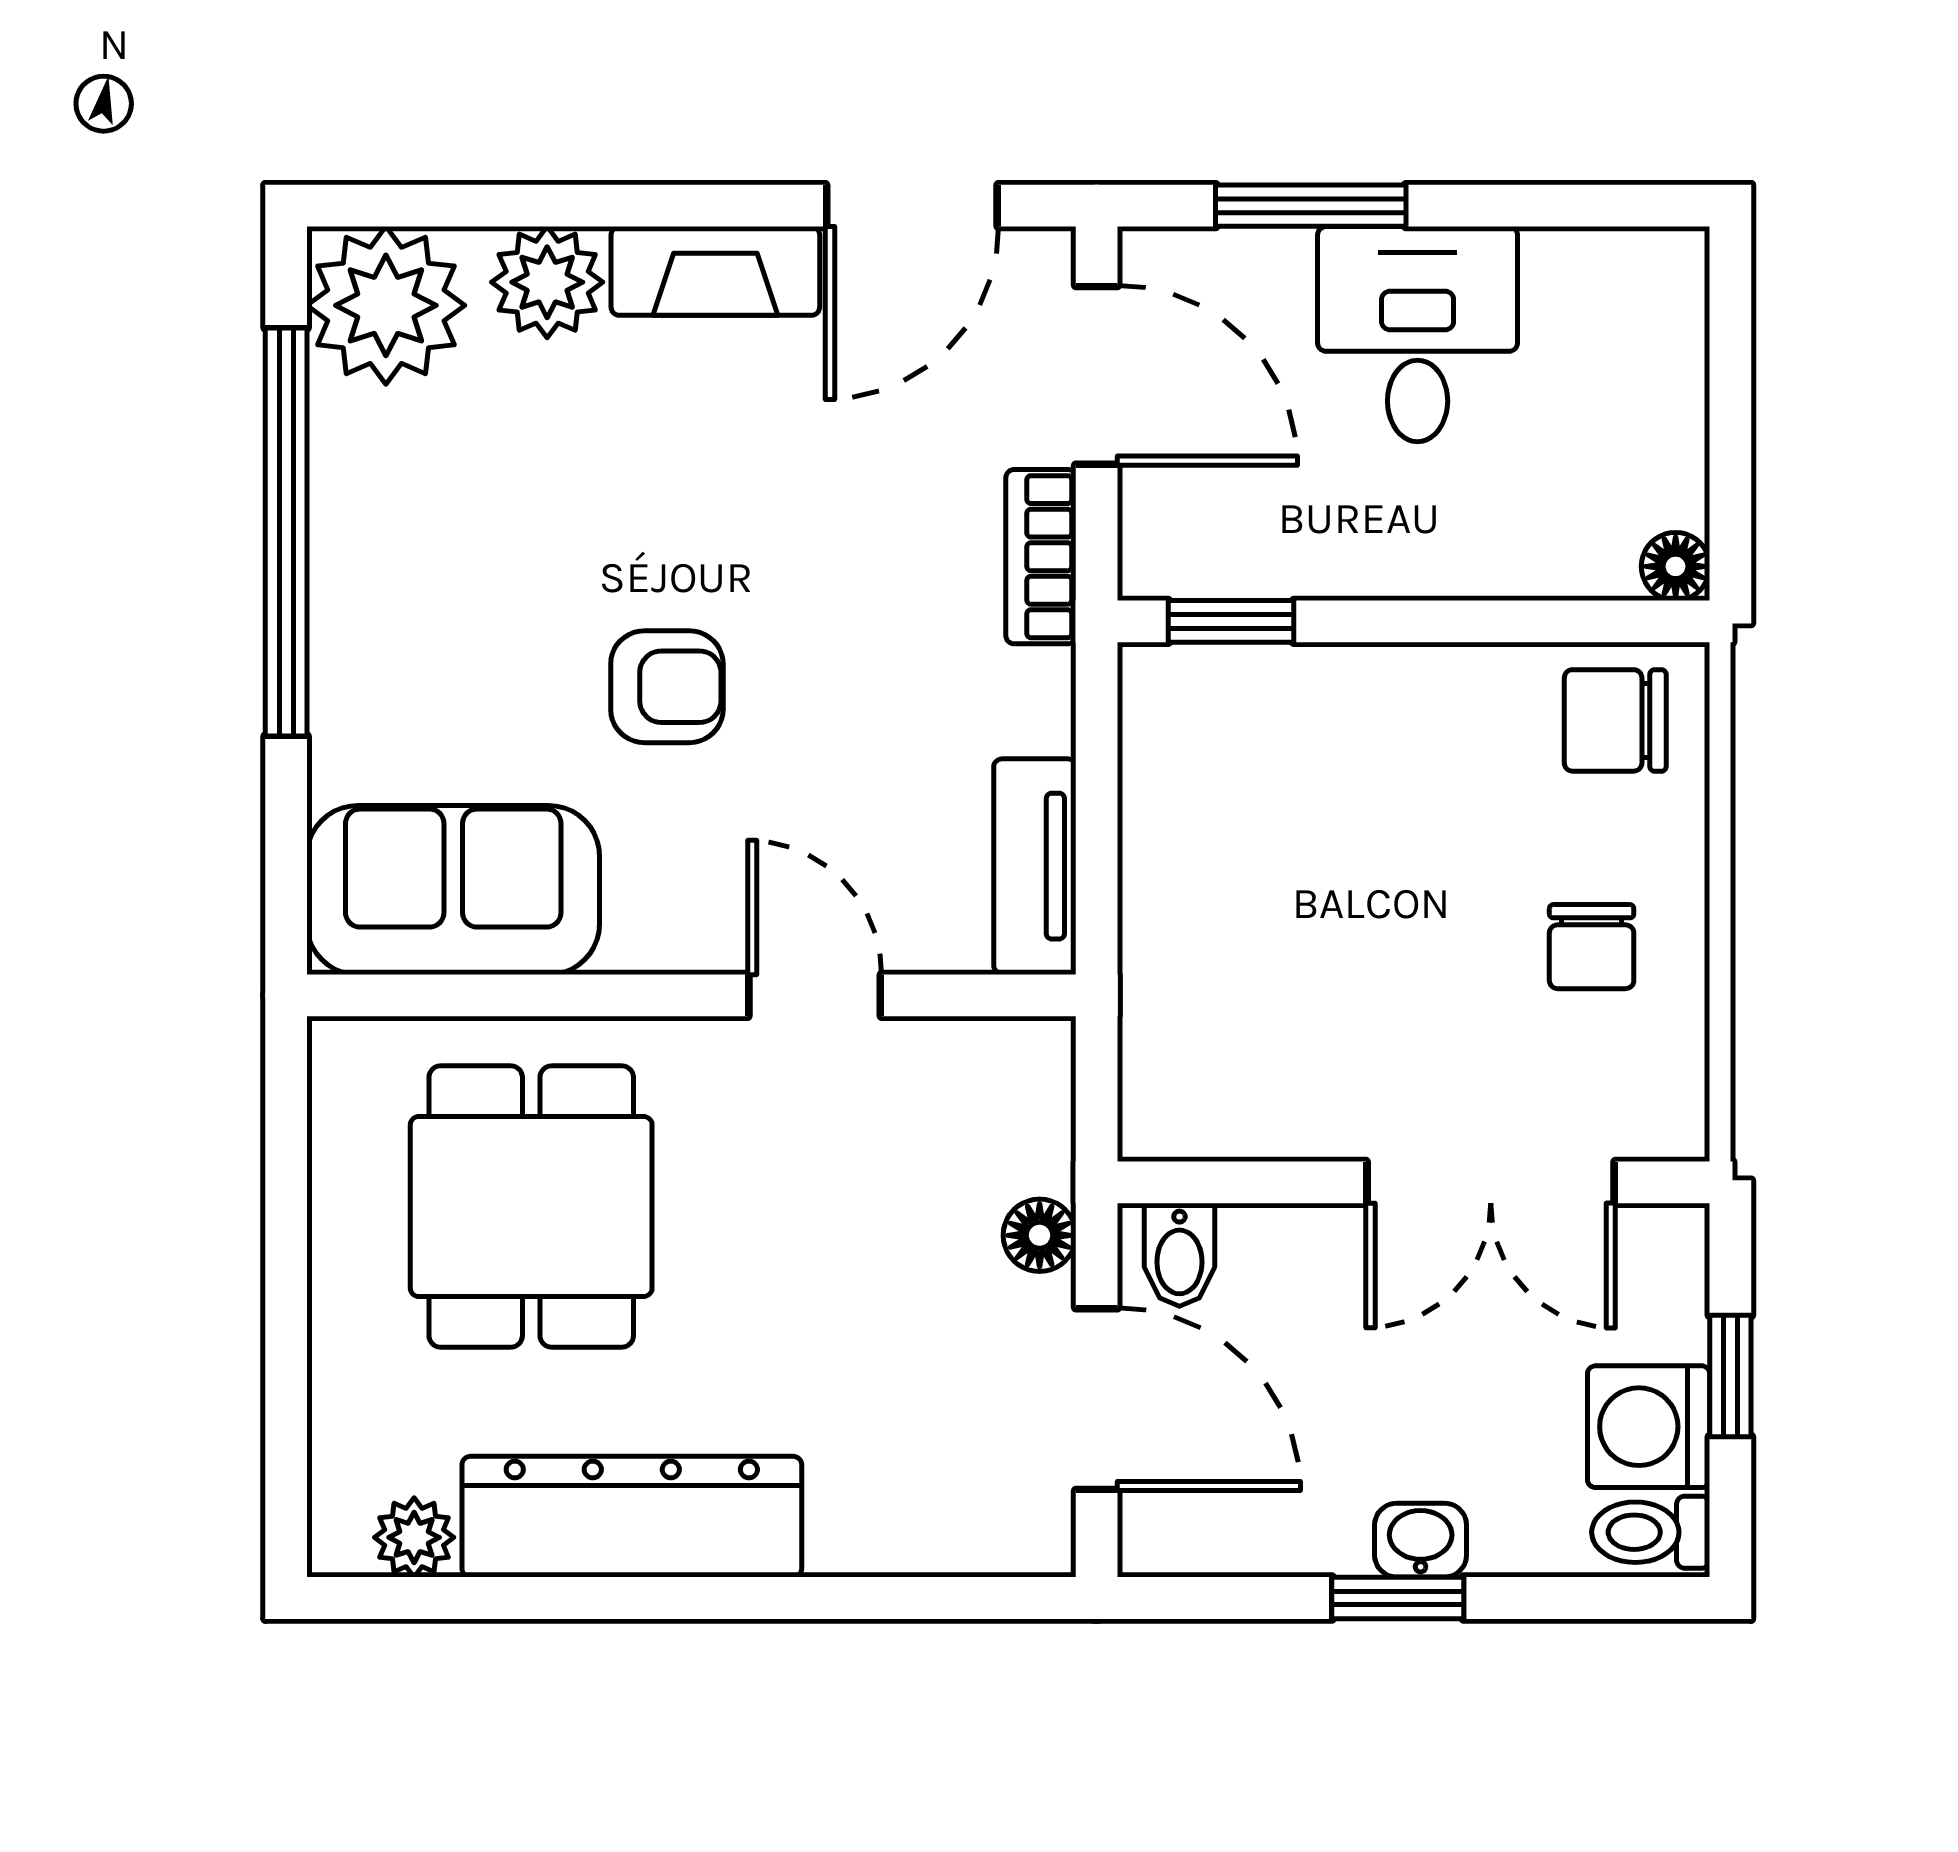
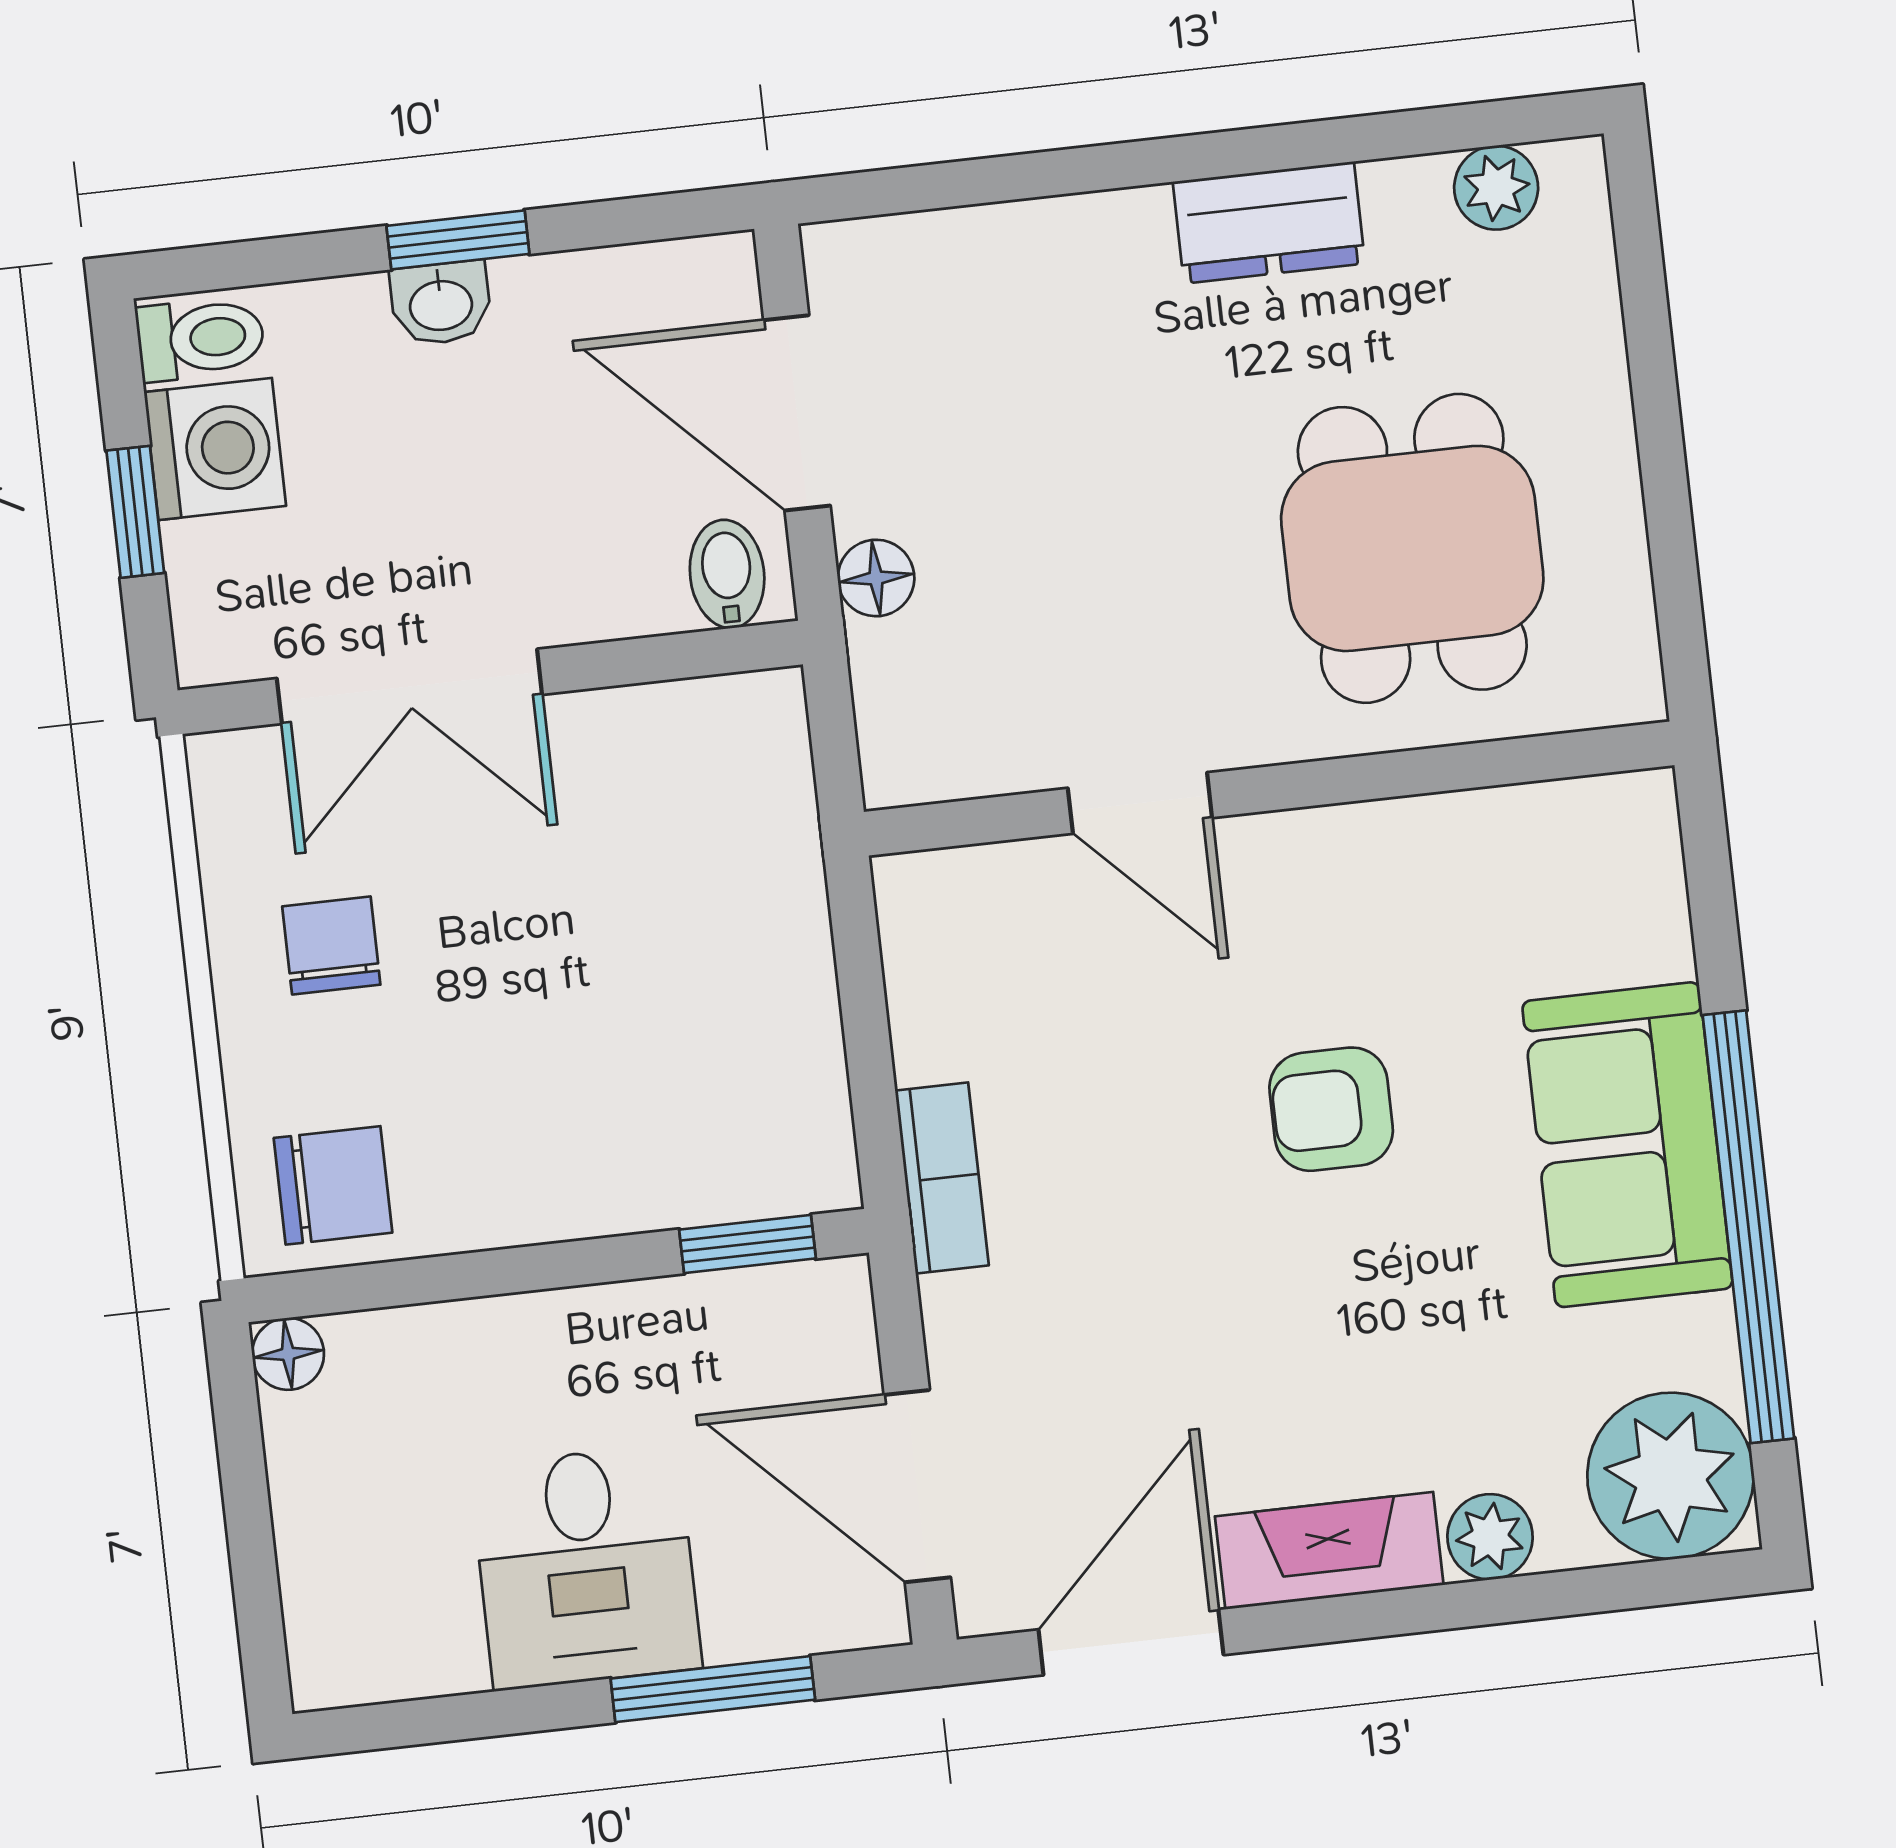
plant: (547, 282) -> (1490, 1537), width x0.73, depth x0.73
bookcase: (1041, 557) -> (942, 1178), moved
tv unit: (1035, 866) -> (924, 964), removed
sofa: (453, 890) -> (1627, 1145), moved, turned 90
double door: (1491, 1182) -> (409, 686), swing flipped
dresser: (632, 1517) -> (1269, 223), width x0.51, depth x0.80

